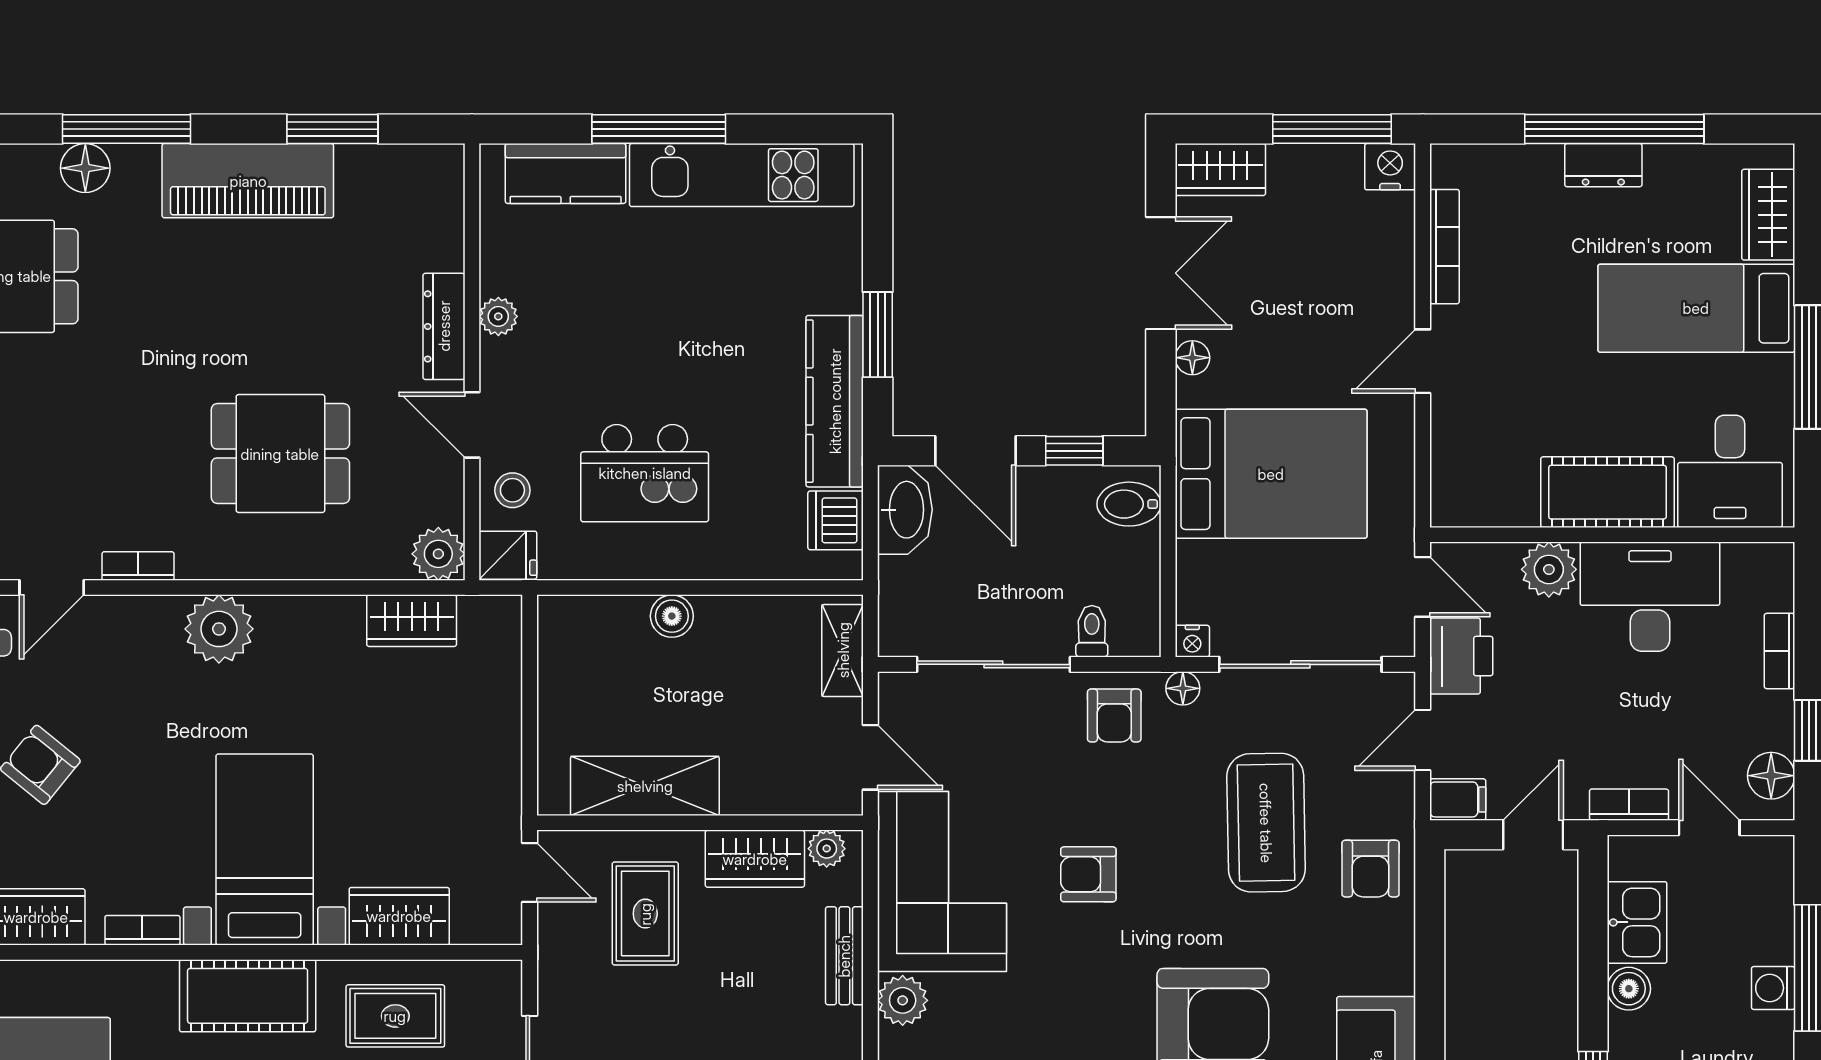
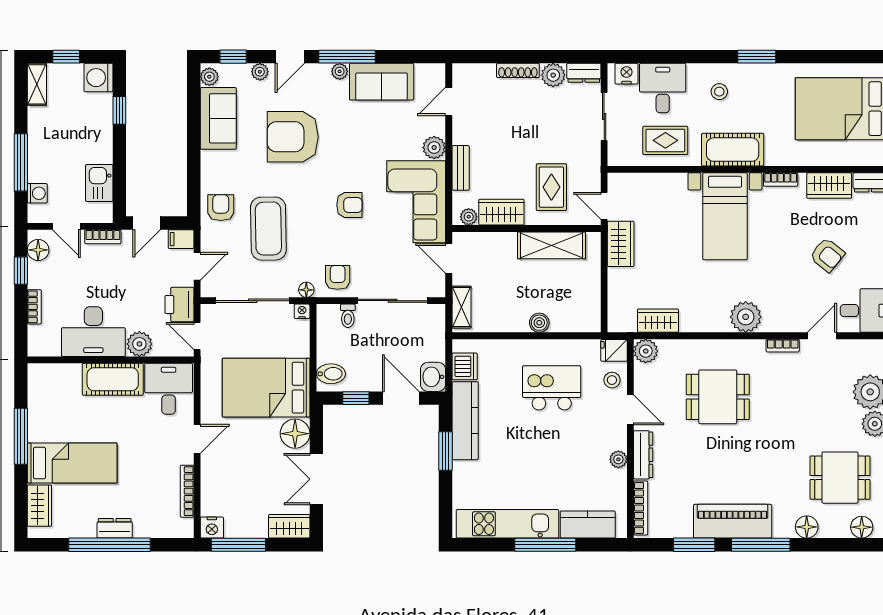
window: (126, 129) -> (761, 545), moved
bookcase: (449, 210) -> (641, 508), added
floor lamp: (1192, 358) -> (295, 434), width x1.89, depth x1.89
desk: (1730, 471) -> (169, 389), moved
washbasin: (905, 510) -> (433, 377), width x0.72
wardrobe: (399, 916) -> (621, 244), moved, turned -90
washing machine: (1773, 988) -> (37, 193), moved
boiler: (1629, 989) -> (103, 153), removed

